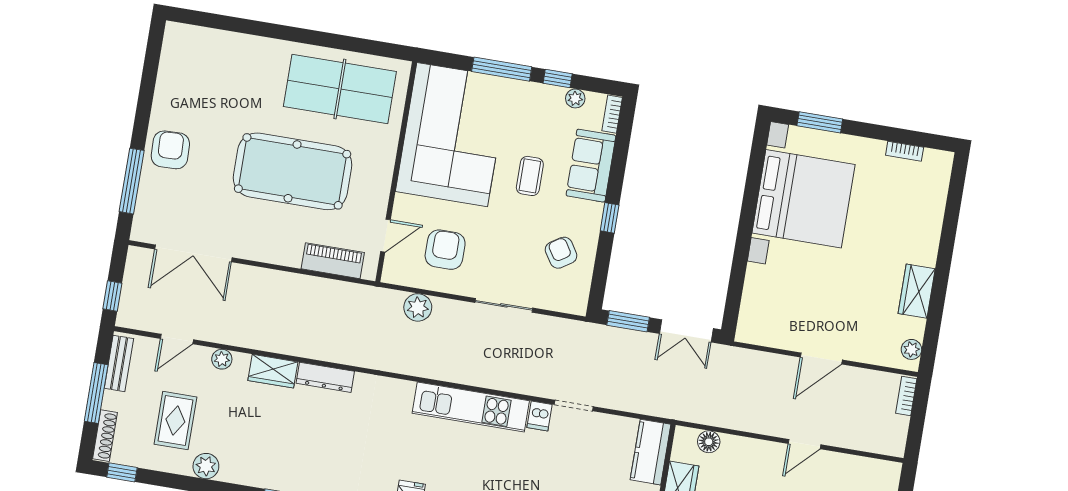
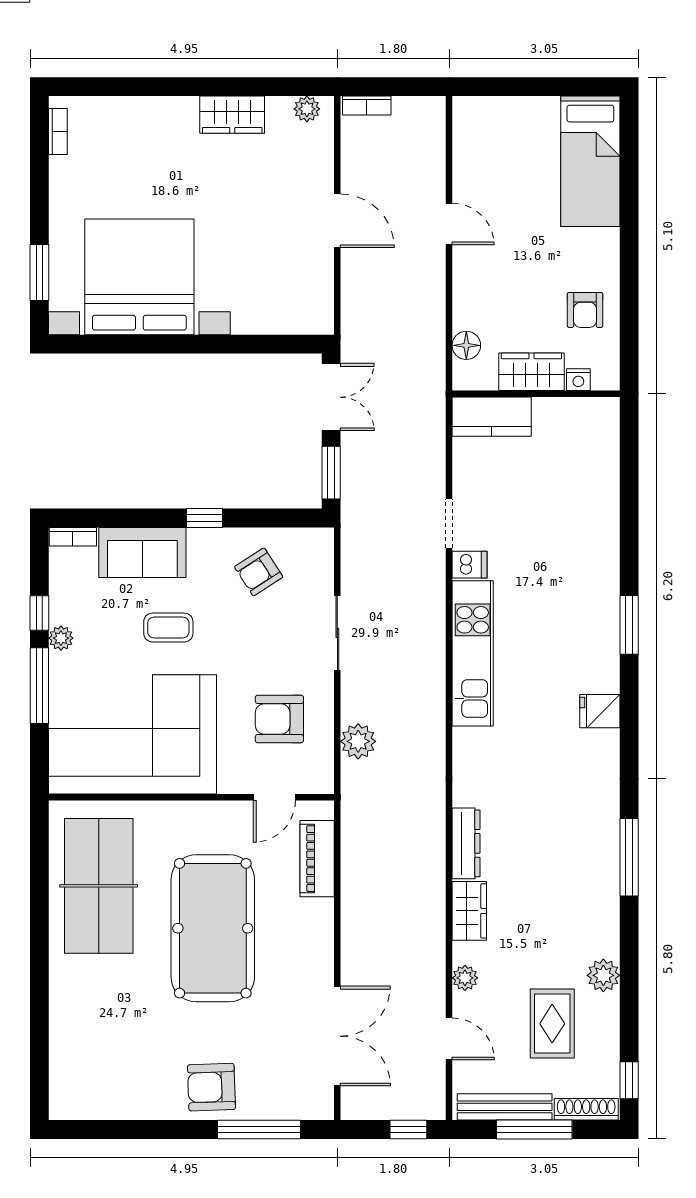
plant: (575, 98) -> (61, 638), moved
bookcase: (905, 151) -> (58, 131), moved
door: (385, 236) -> (274, 797), swing flipped
bench: (119, 363) -> (505, 1107), width x1.36
rug: (175, 421) -> (552, 1024), turned 90

